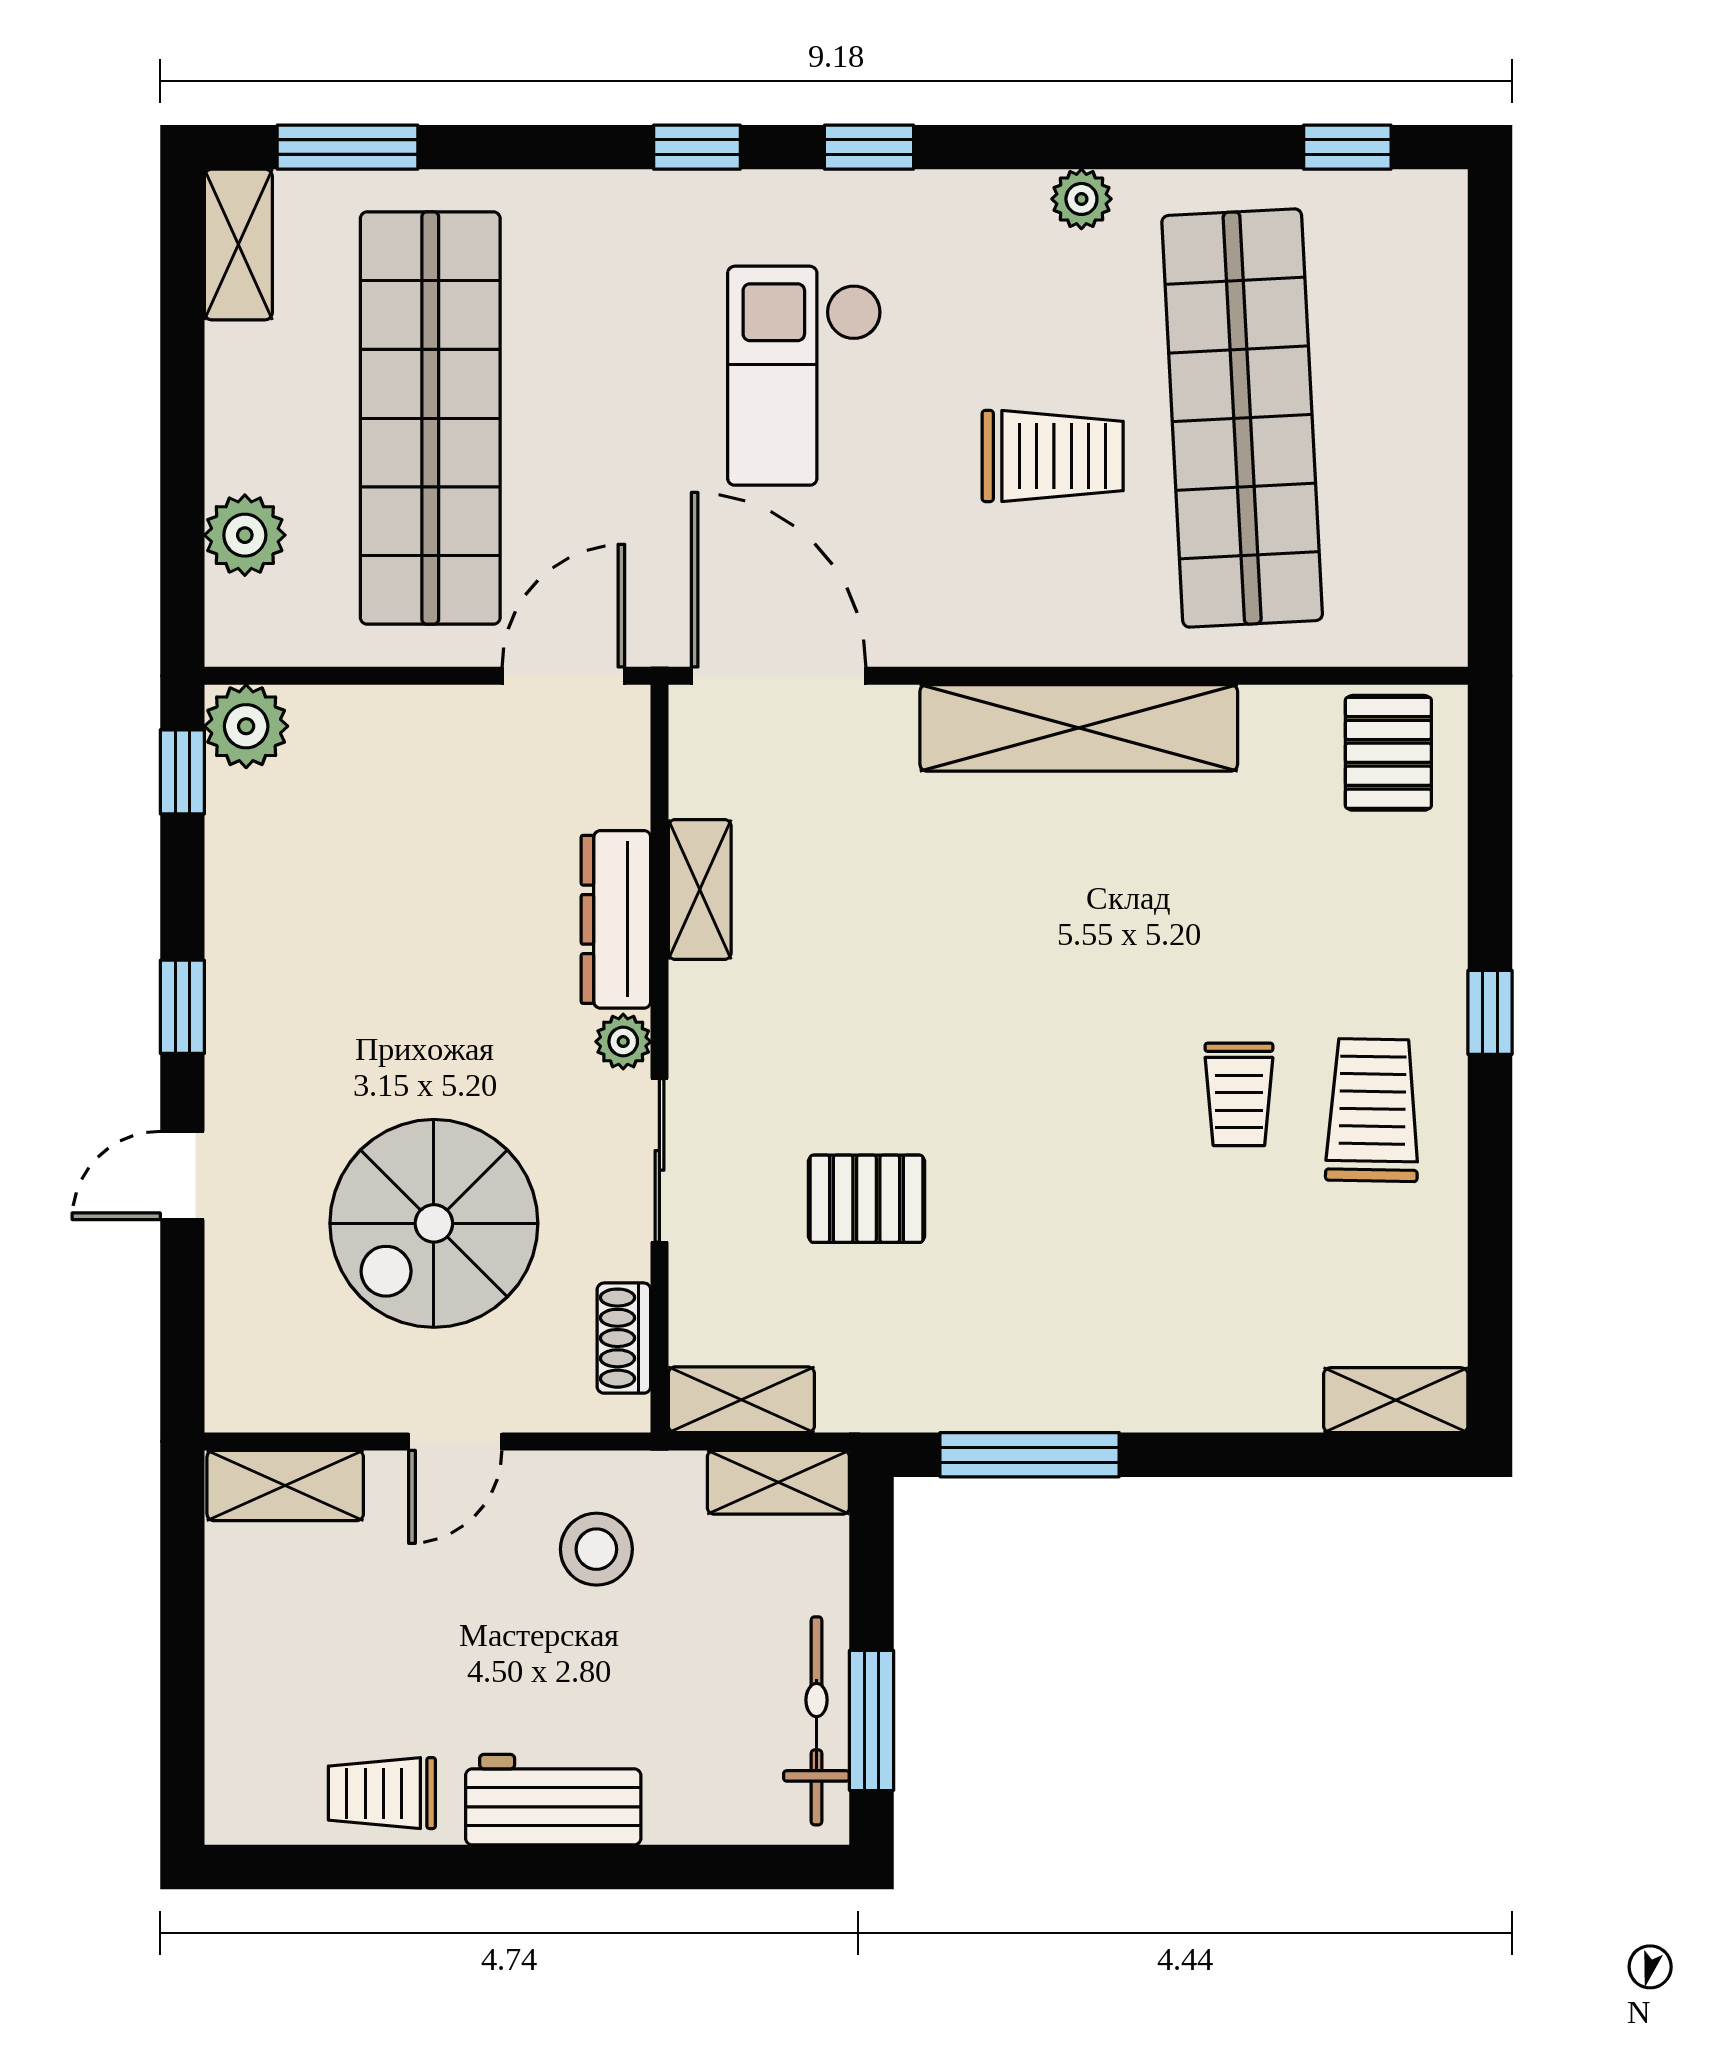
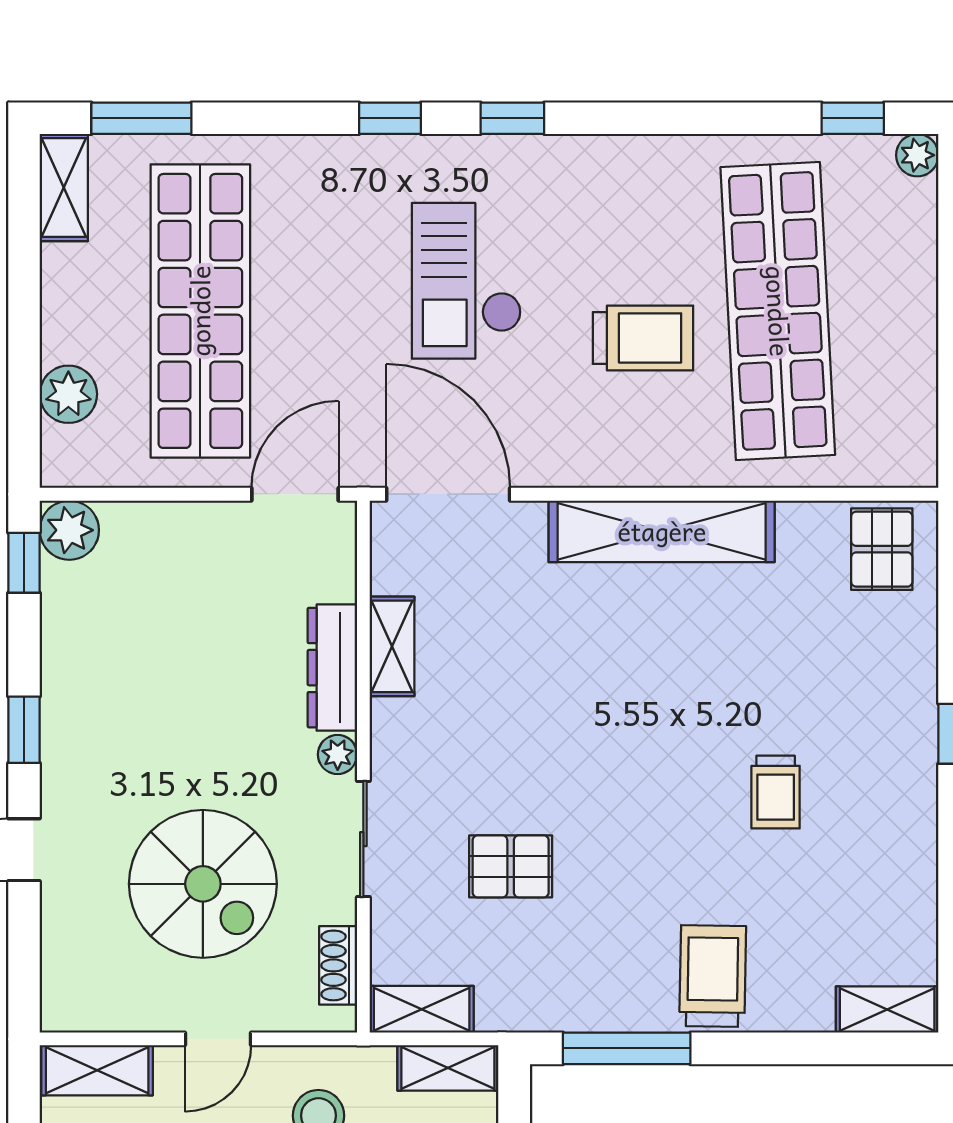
plant: (1081, 199) -> (917, 155), moved
trolley: (1372, 1110) -> (713, 976), moved
spiral stairs: (434, 1223) -> (203, 884), turned -90

